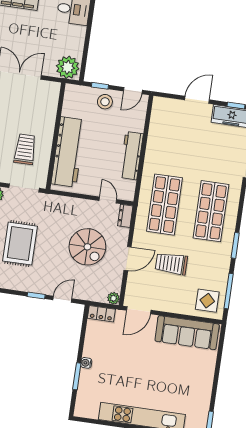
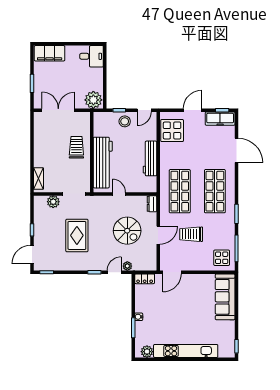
display table: (166, 123) -> (172, 131), added
trolley: (25, 149) -> (76, 147), moved
door: (108, 200) -> (119, 194), moved
plant: (113, 298) -> (127, 266), moved
sofa: (187, 333) -> (225, 297), moved, turned 90
plant: (90, 411) -> (147, 352), added

